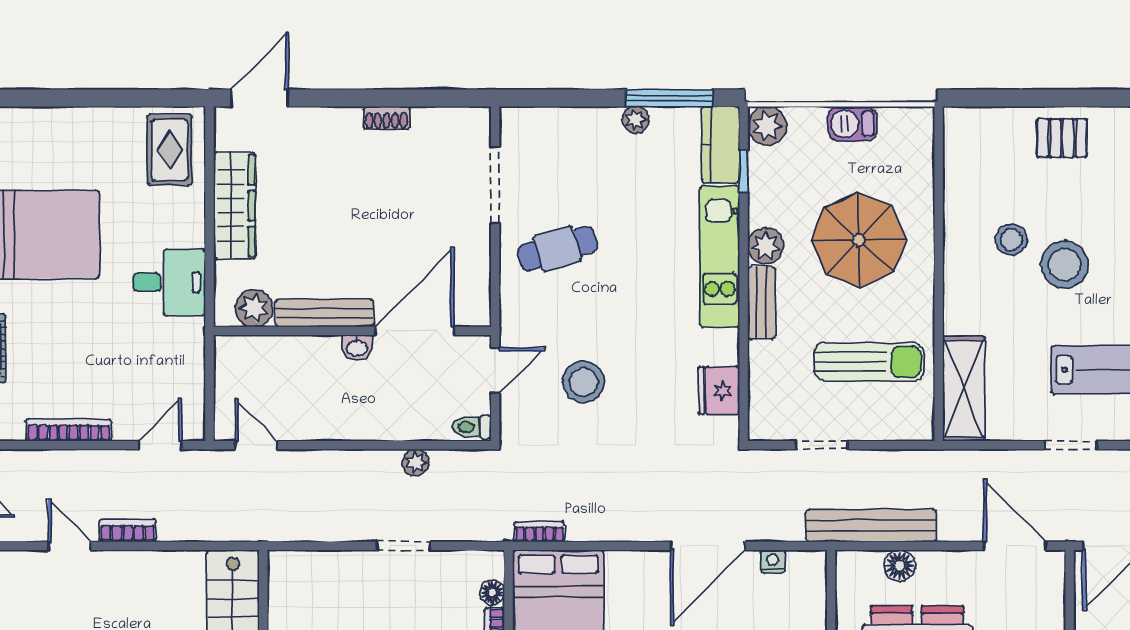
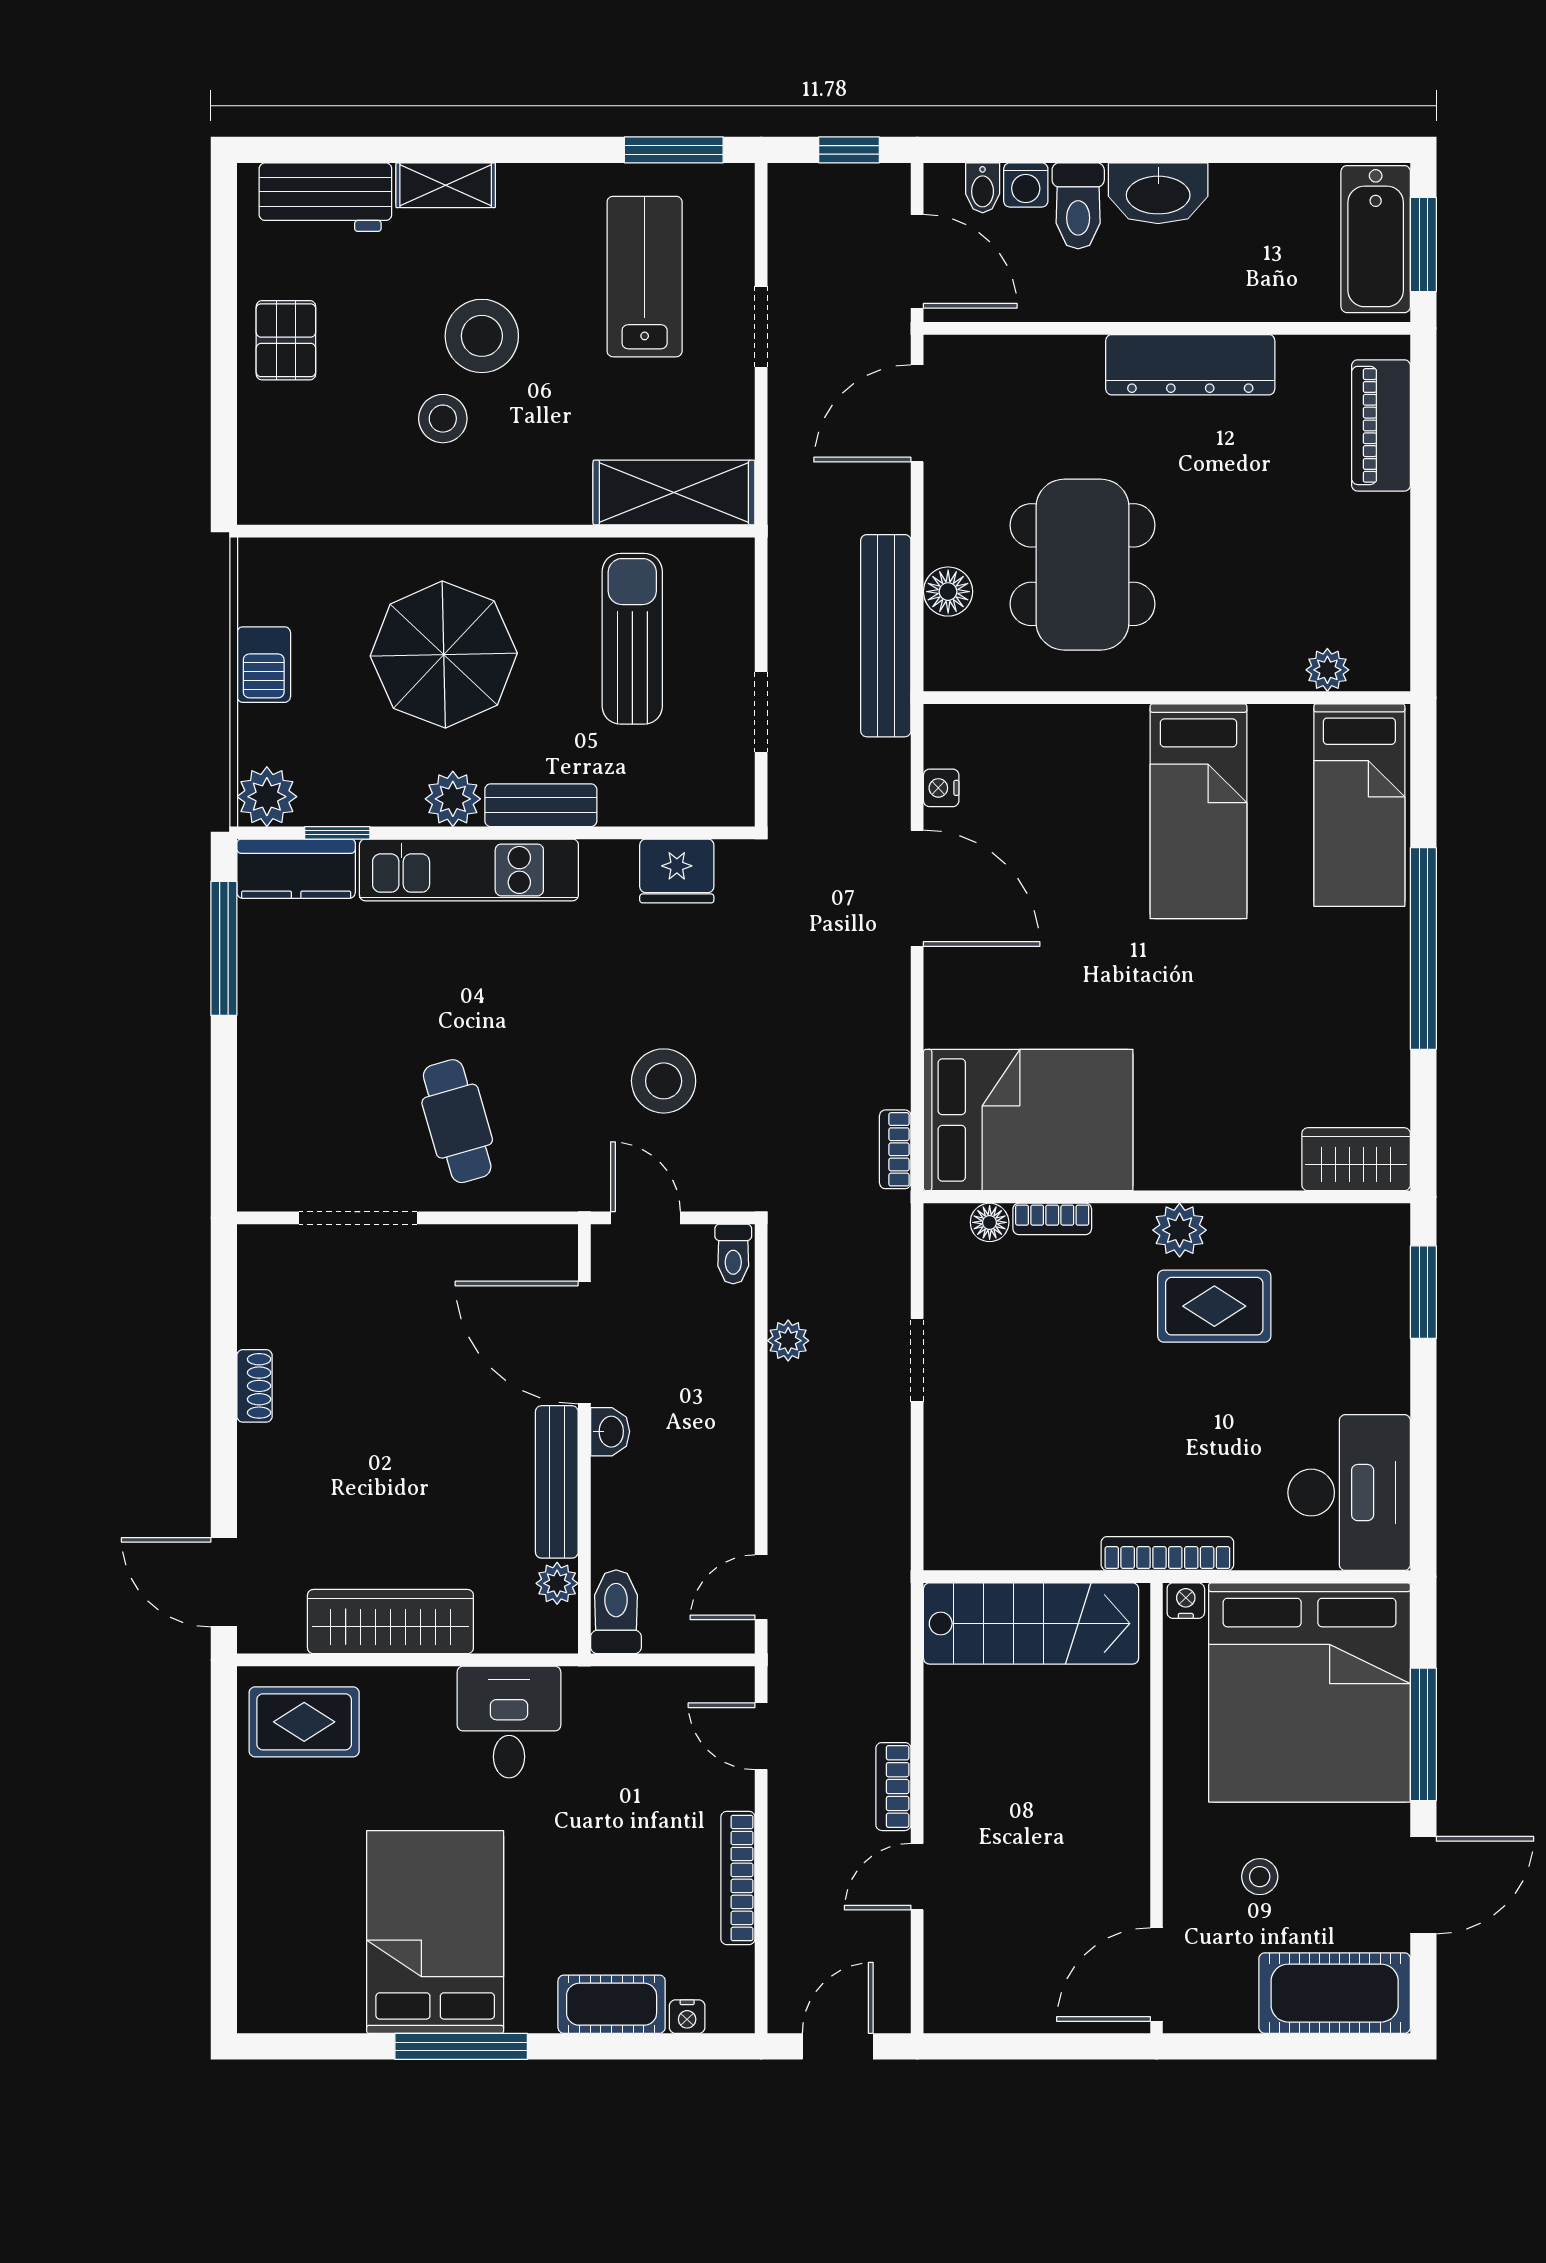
plant: (636, 120) -> (258, 1000), removed
plant: (254, 308) -> (557, 1583), width x0.73, depth x0.73
toilet: (241, 351) -> (616, 1612), added

